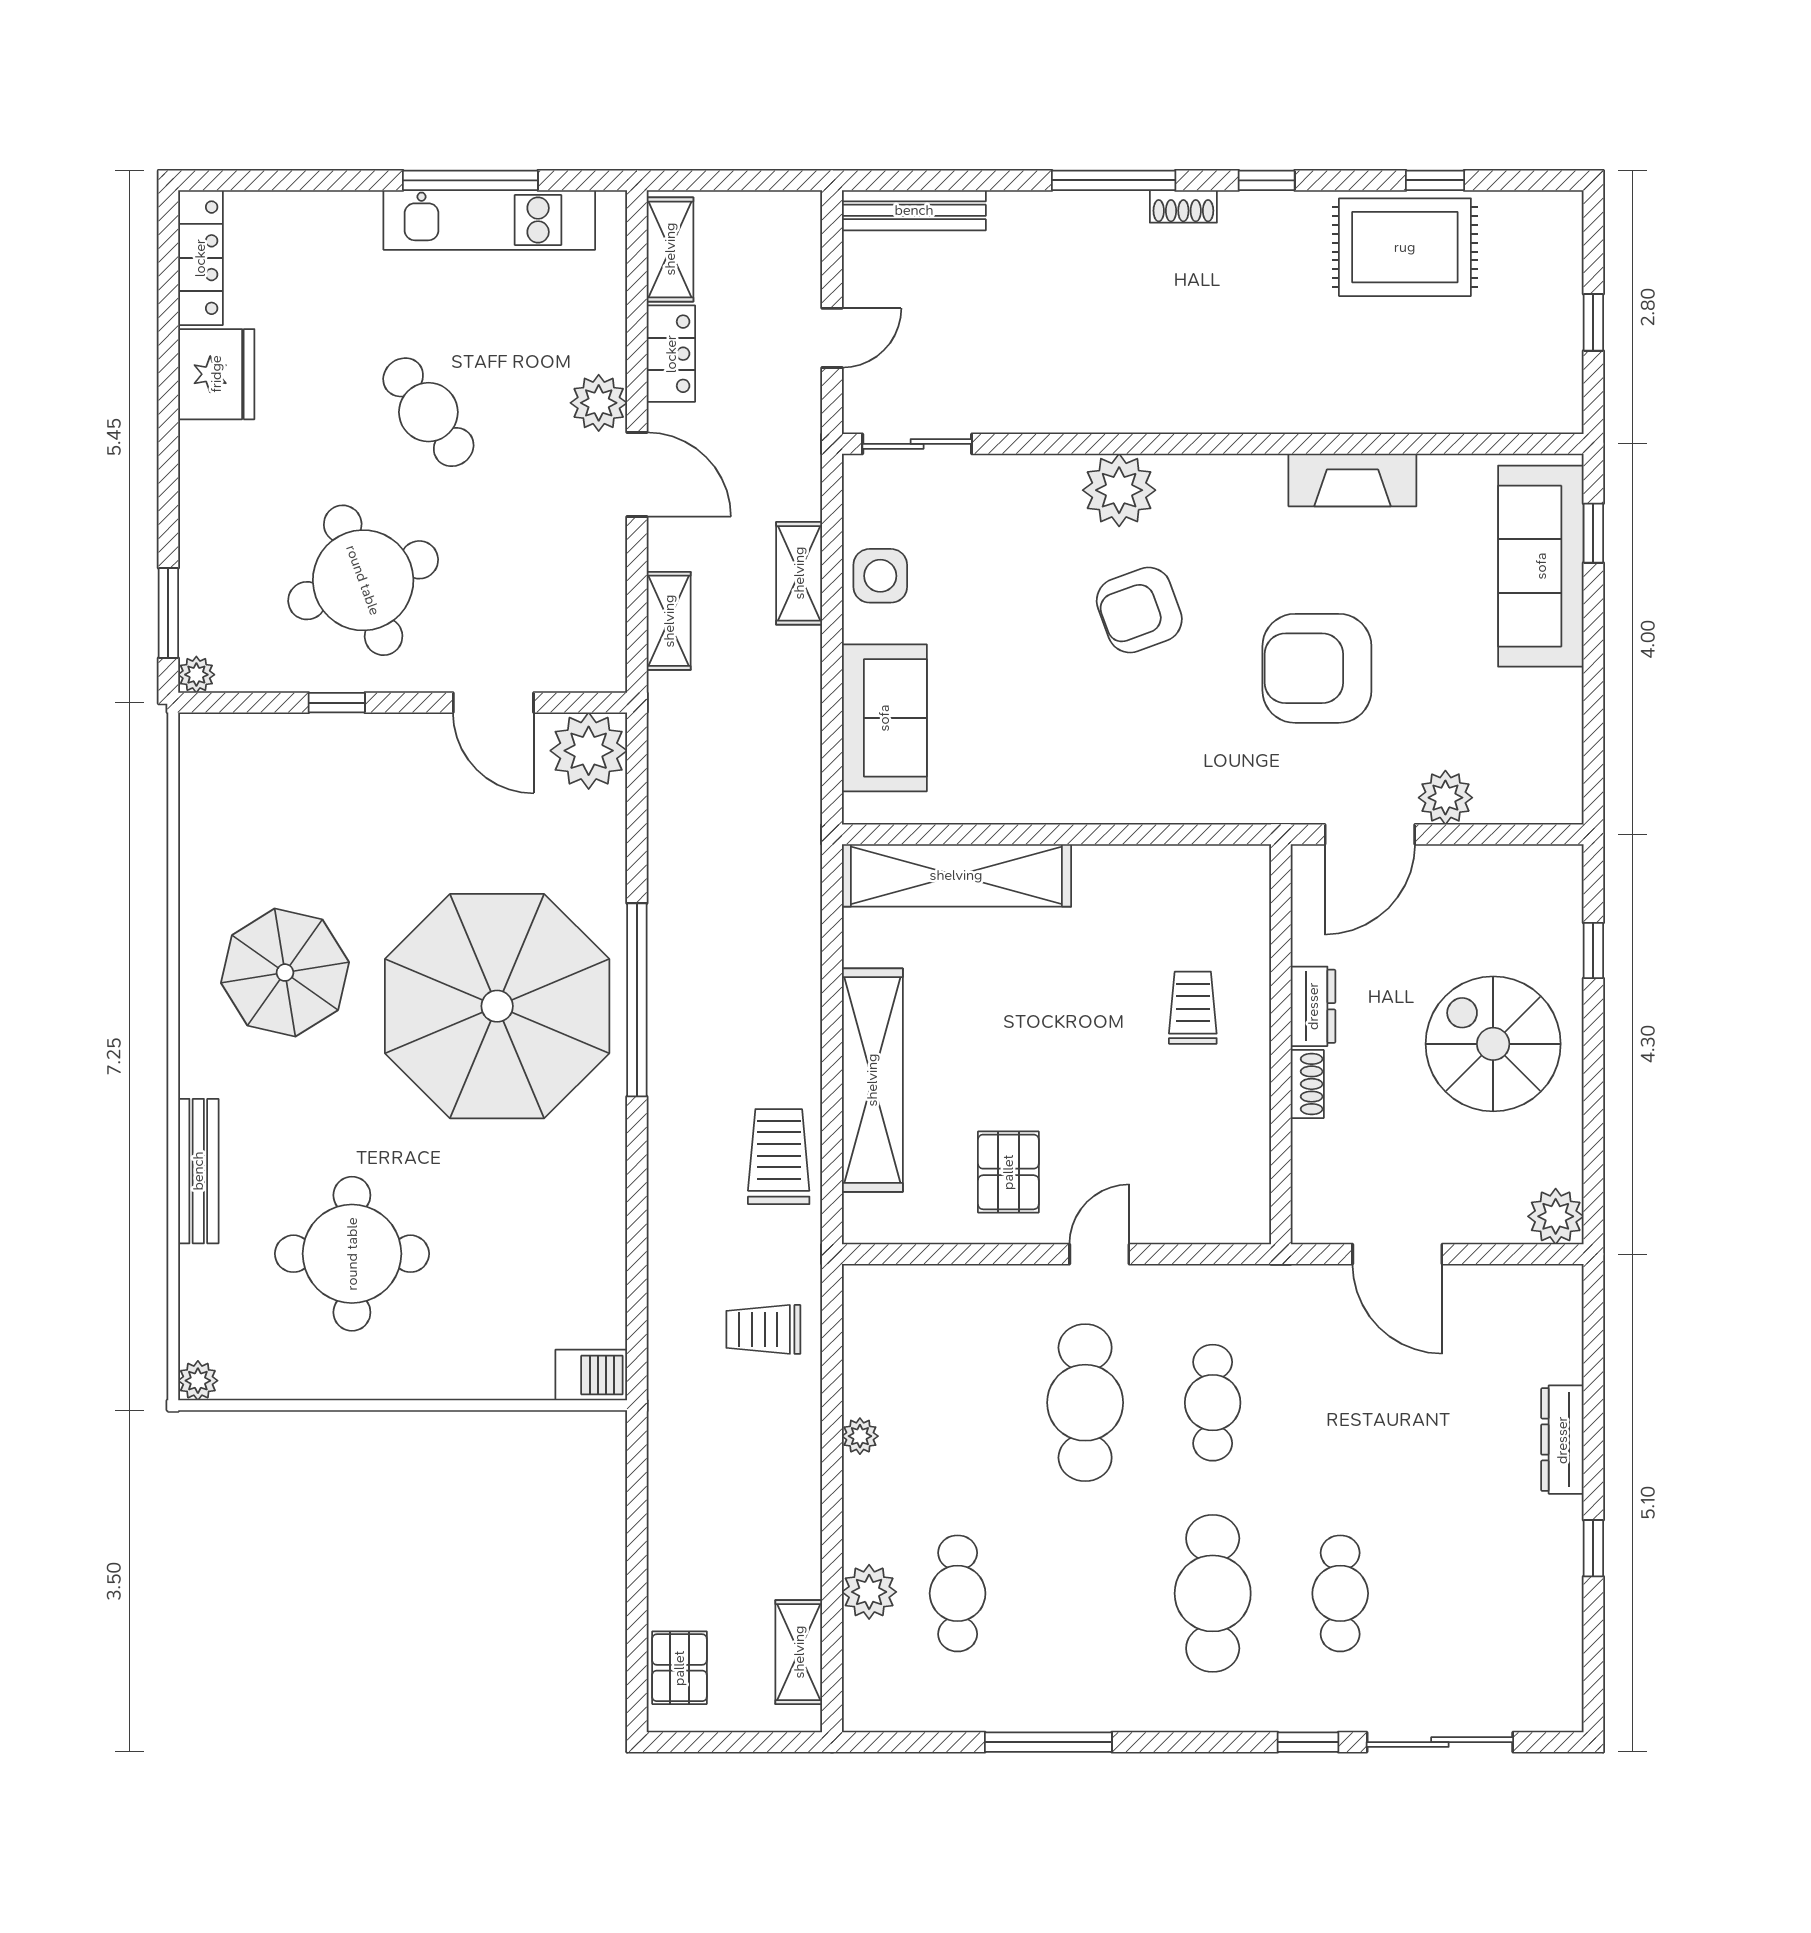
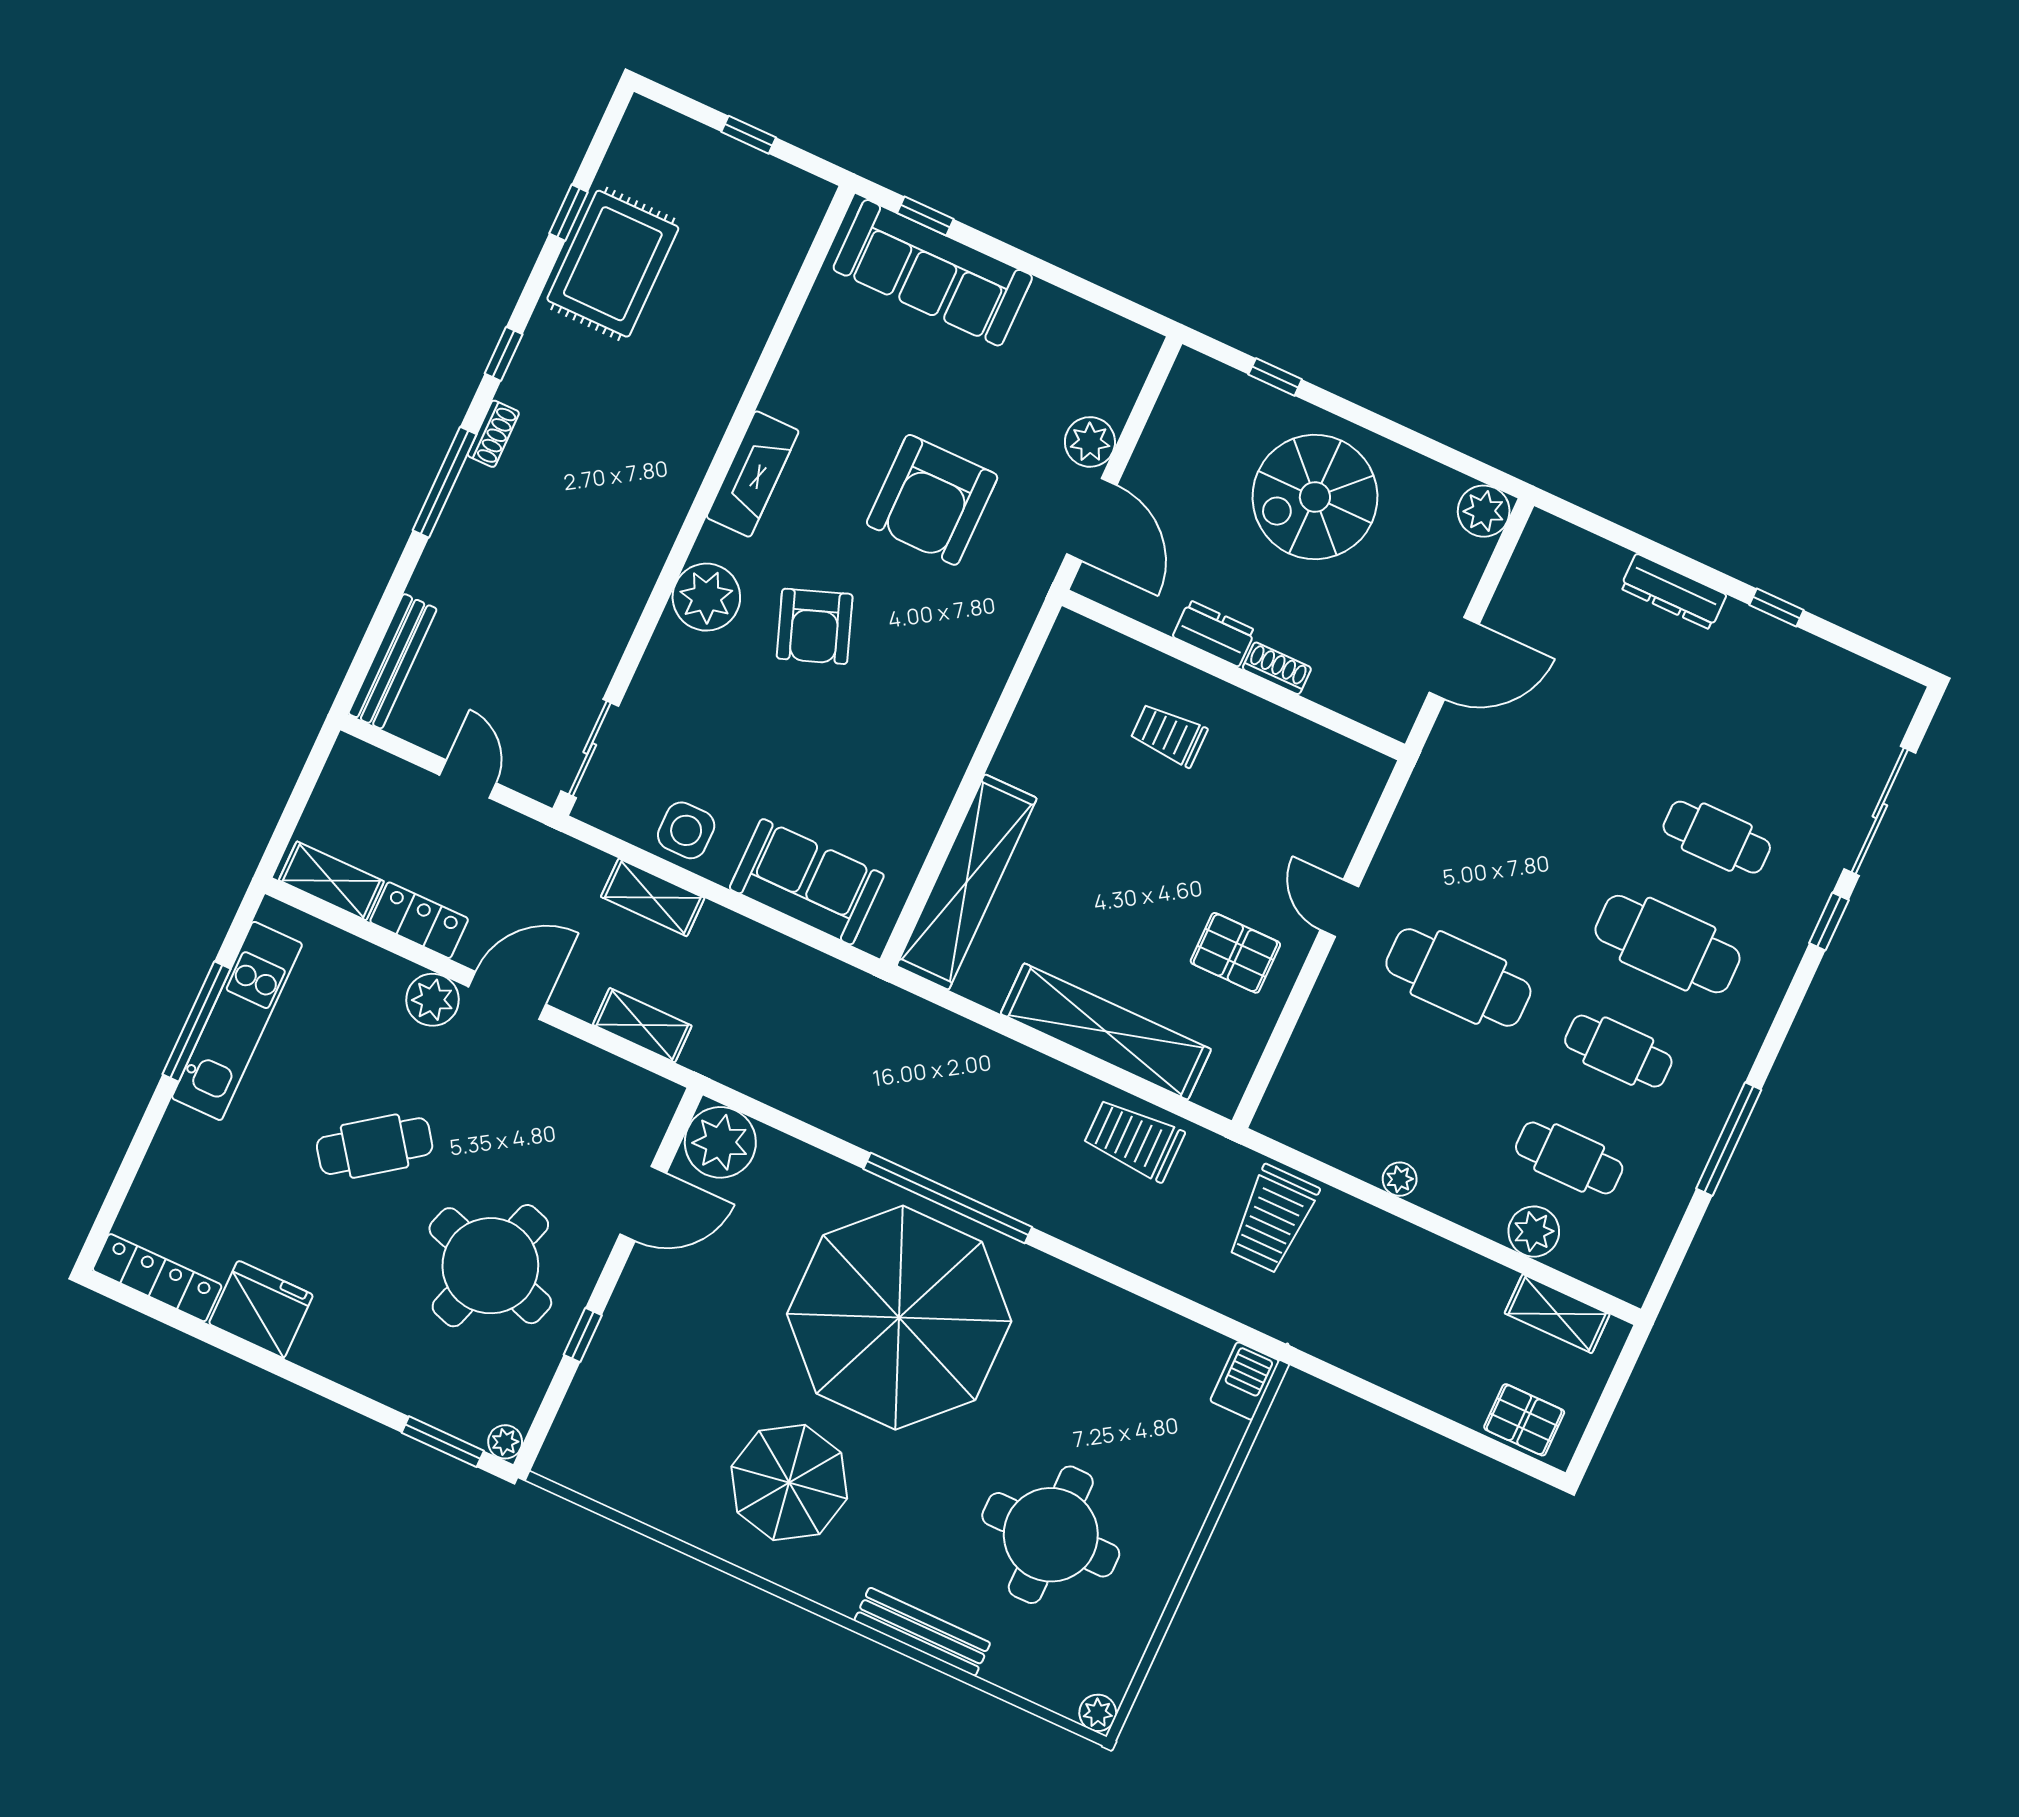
fireplace: (1352, 480) -> (753, 474), moved
round table: (363, 580) -> (490, 1266), turned 38
trolley: (763, 1329) -> (1273, 1219), width x1.36, depth x1.39
cafe table: (1213, 1403) -> (1618, 1051), moved

